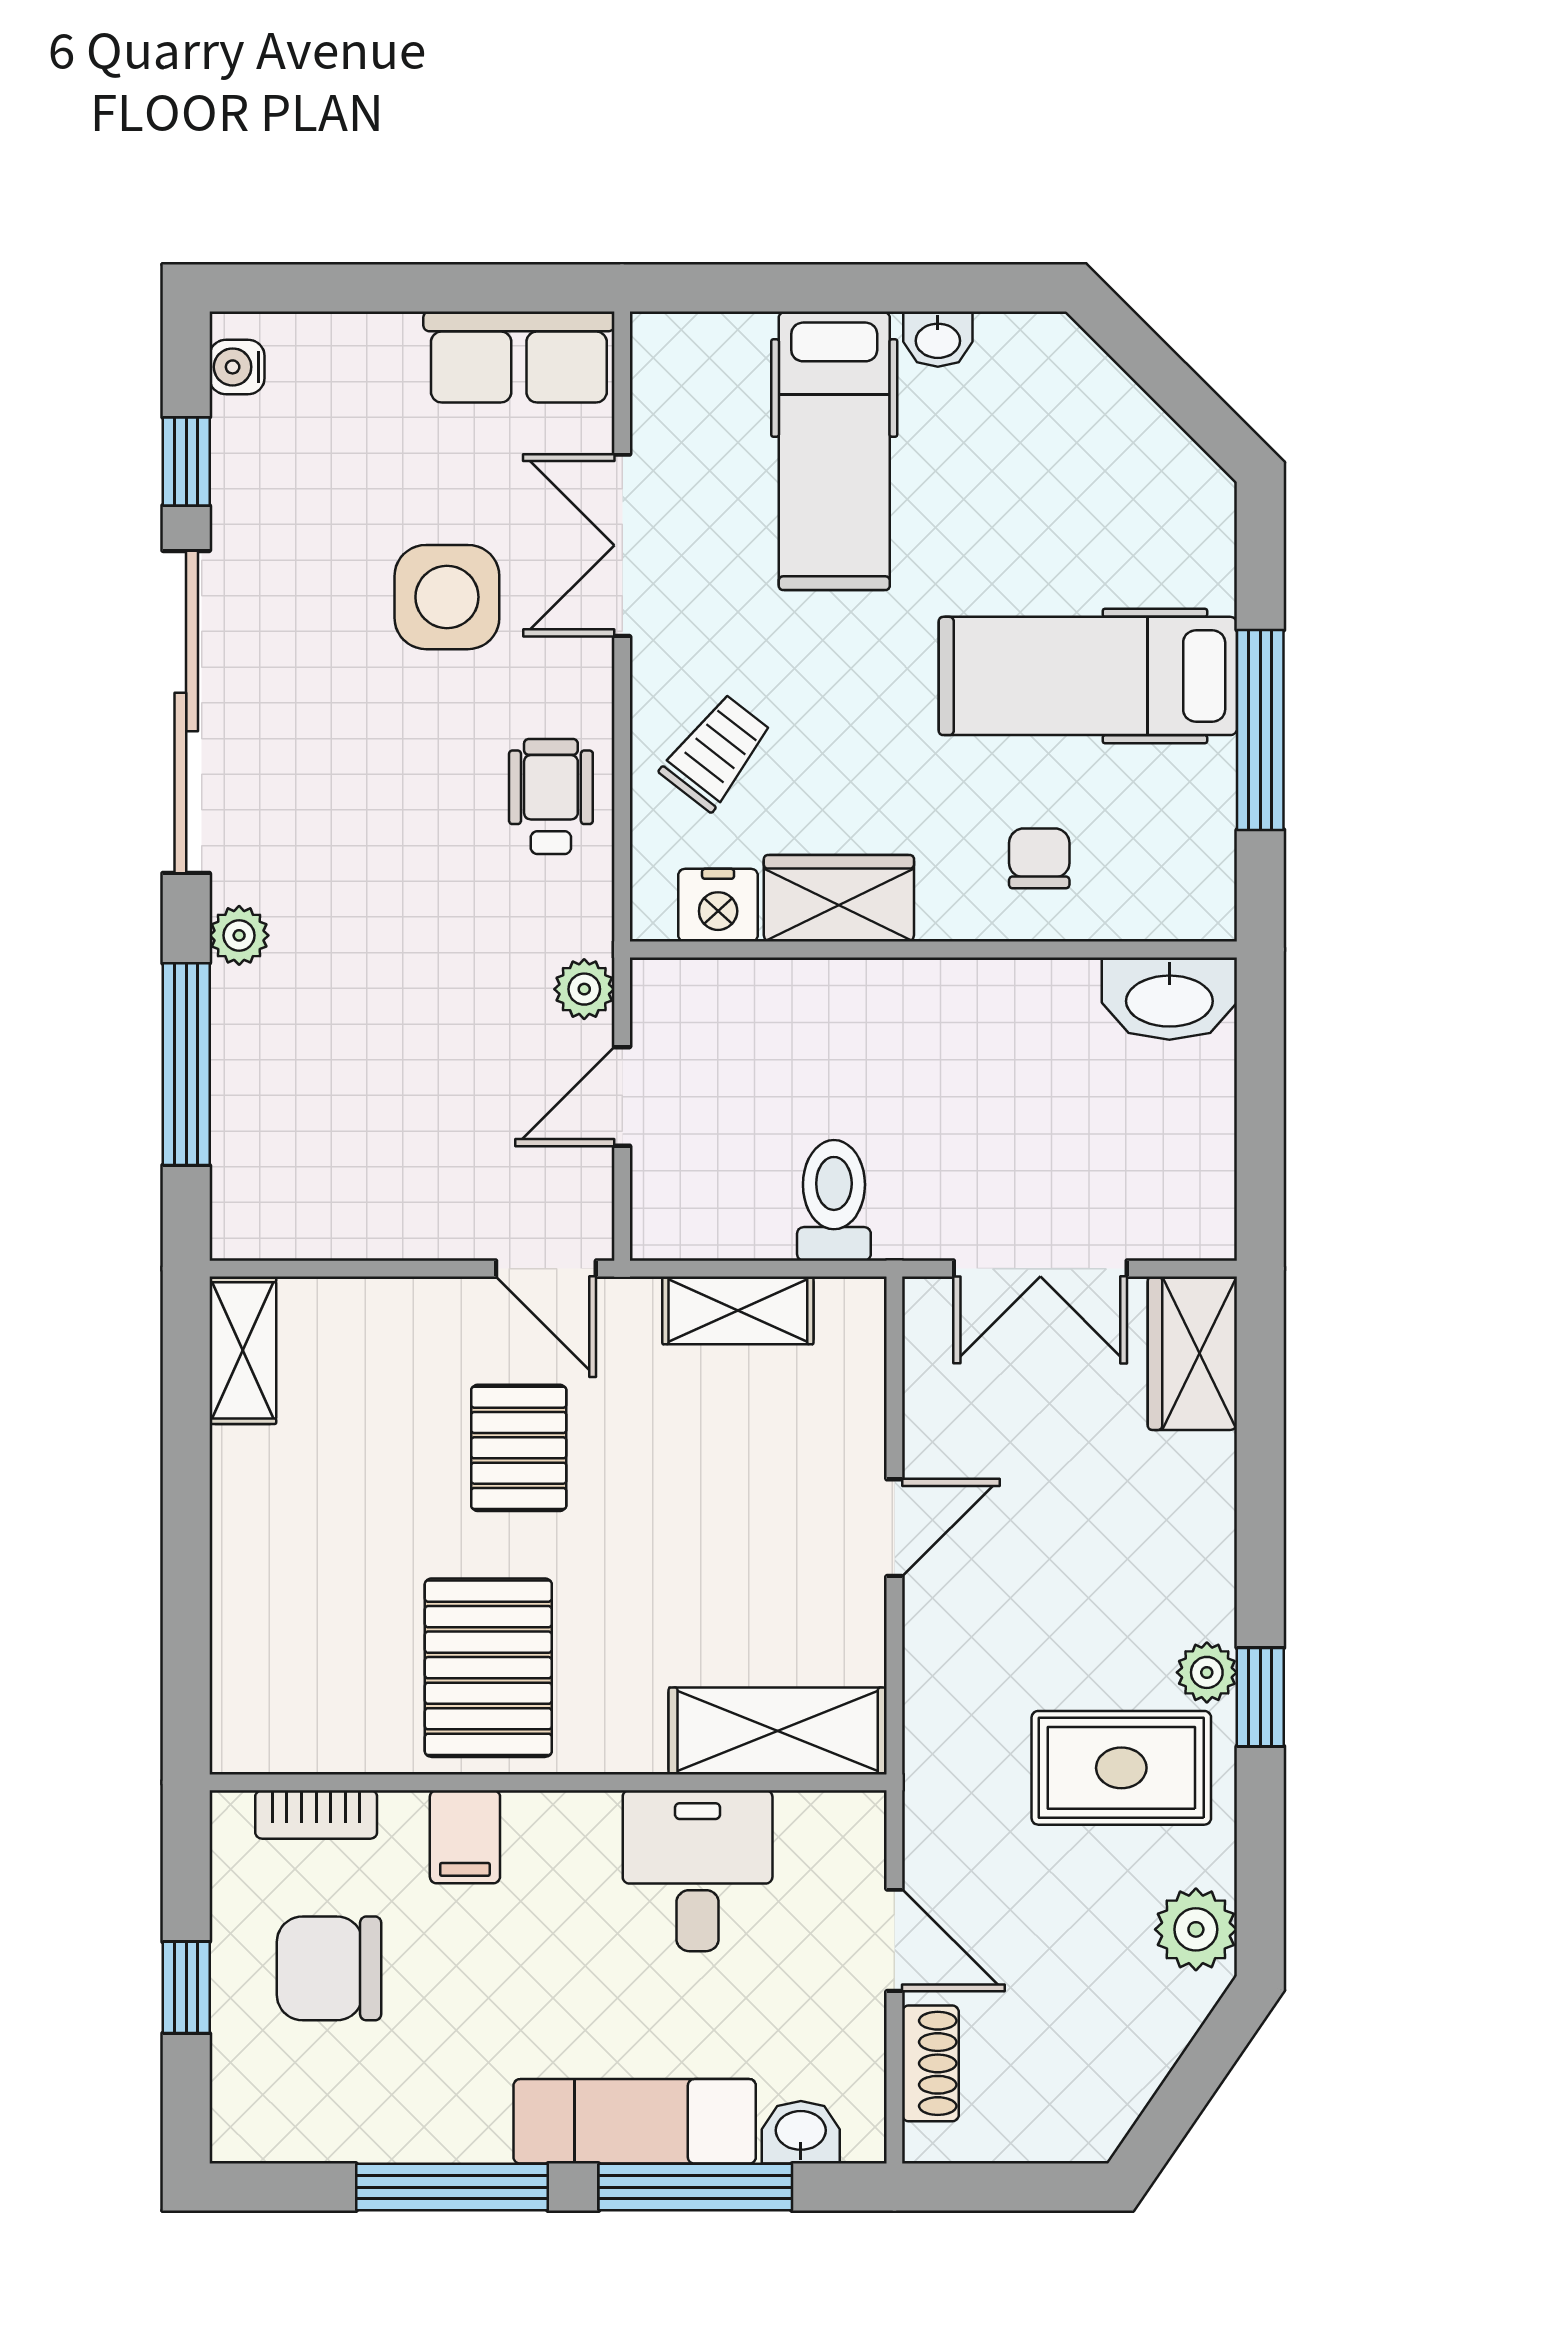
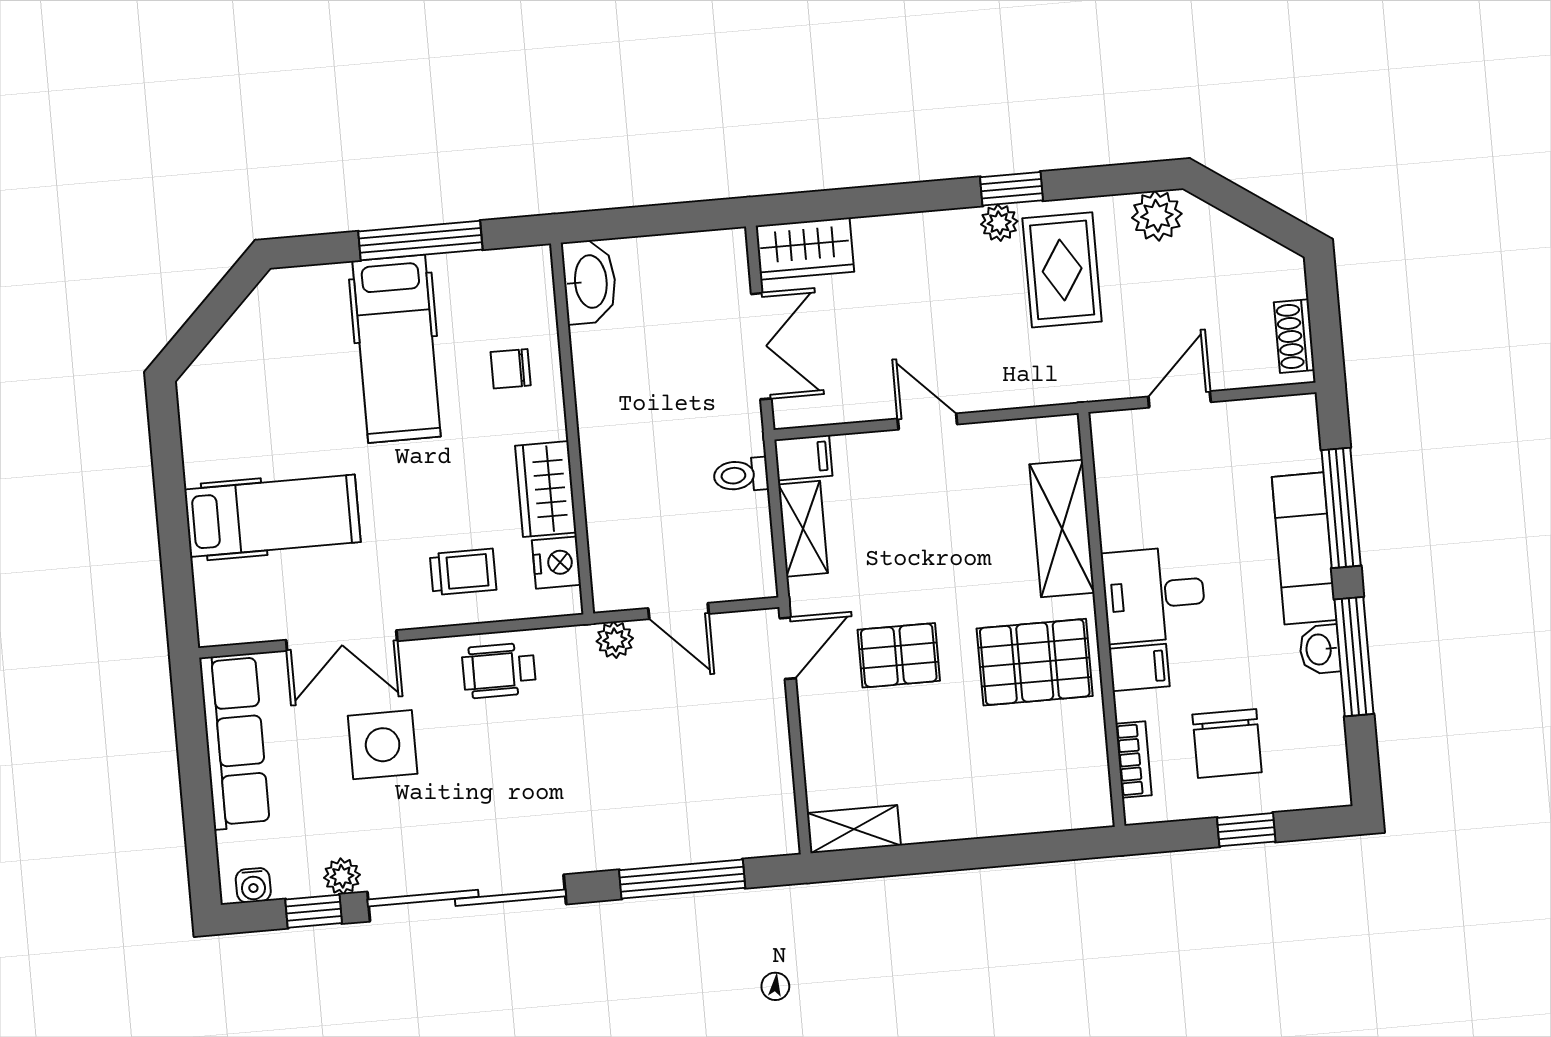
washbasin: (938, 339) -> (199, 458), removed
row of seats: (519, 357) -> (234, 741), width x1.48
trolley: (716, 752) -> (463, 572), turned 142
plant: (239, 935) -> (342, 876), moved
toilet: (834, 1200) -> (741, 475), width x0.73, depth x0.72
filing cabinet: (853, 1321) -> (803, 458), added
shelving: (778, 1731) -> (1062, 528), moved
desk: (698, 1871) -> (1154, 595), moved
shoe rack: (930, 2063) -> (1294, 336), moved, turned -90
washbasin: (801, 2132) -> (1320, 649), moved

